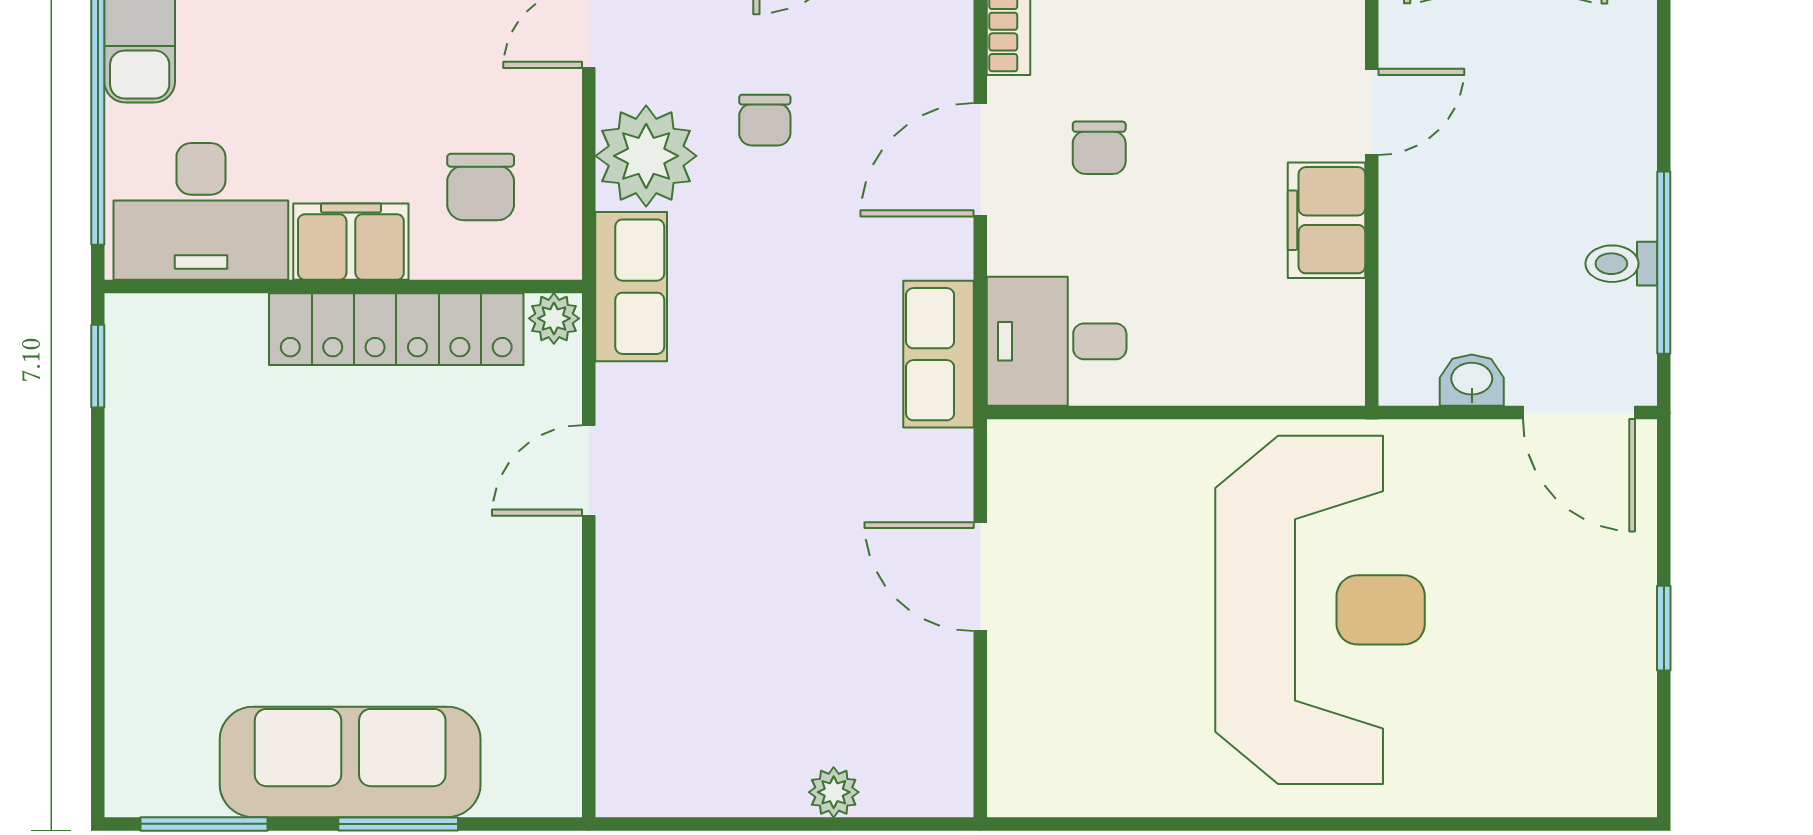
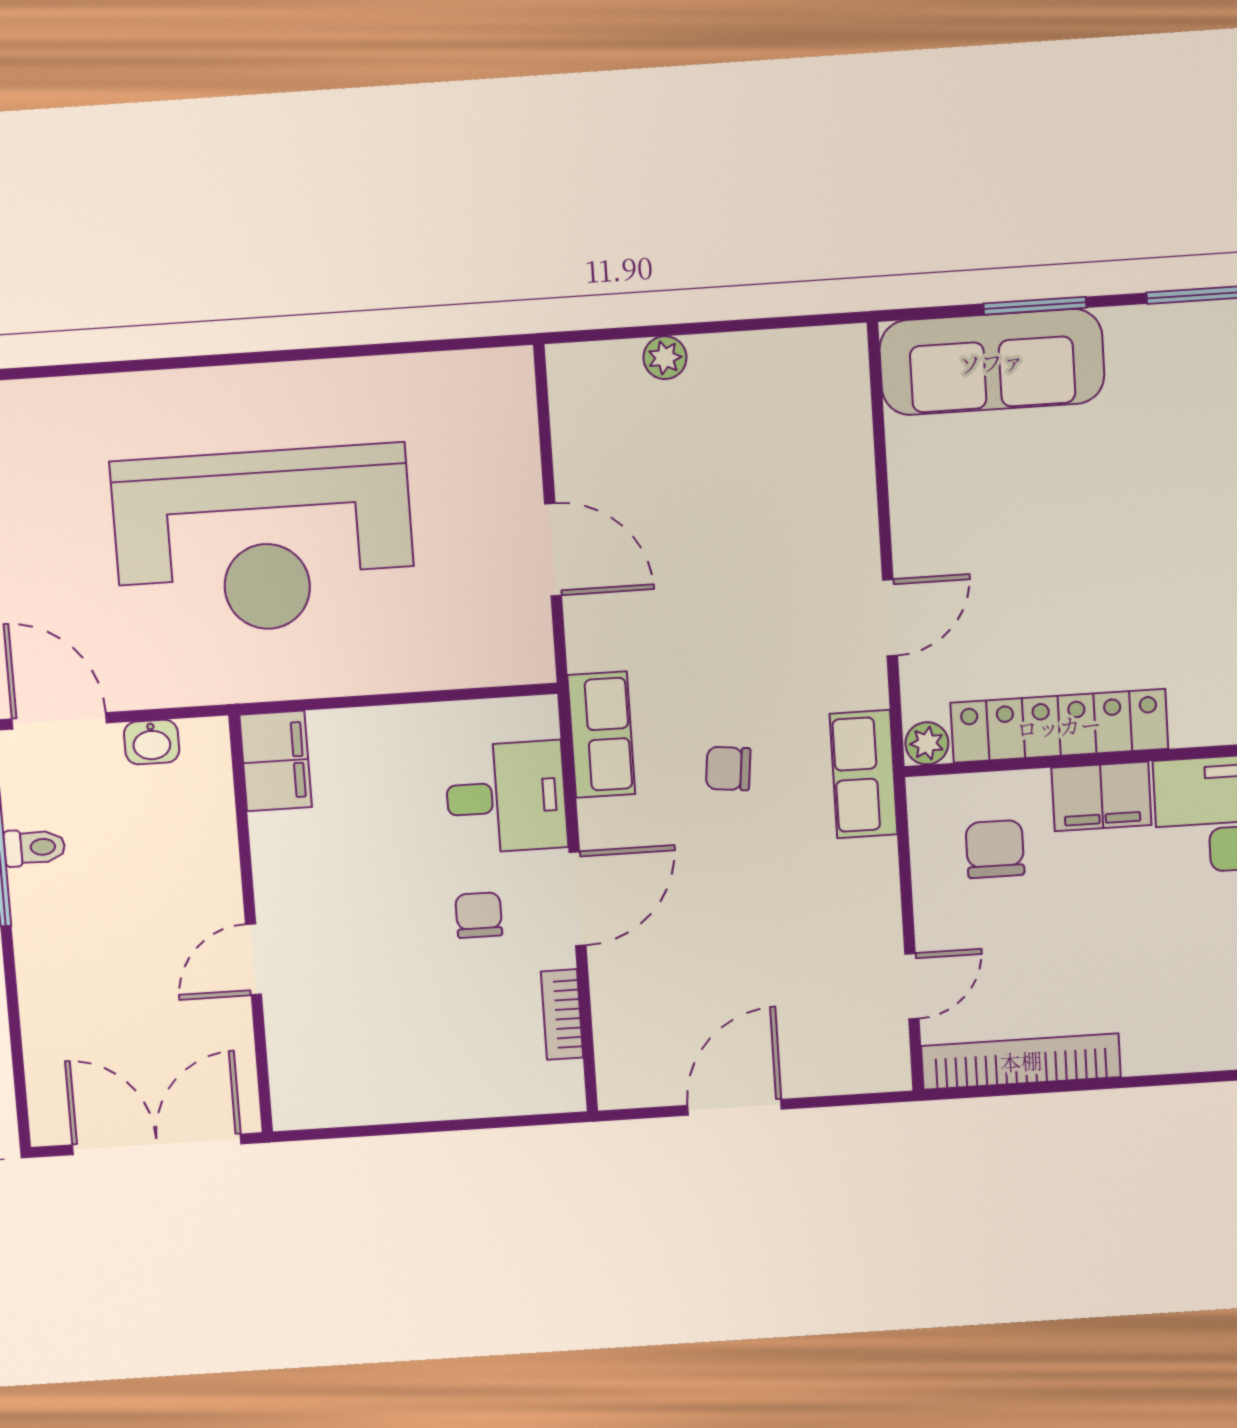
chair: (765, 120) -> (728, 769), moved, turned -84
plant: (646, 156) -> (858, 884), removed
filing cabinet: (1326, 220) -> (276, 761), moved
desk: (1057, 341) -> (506, 797), moved
reception desk: (1320, 610) -> (264, 540), turned -90
sofa: (350, 762) -> (992, 362), moved

